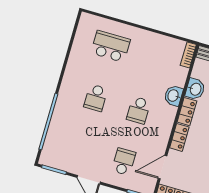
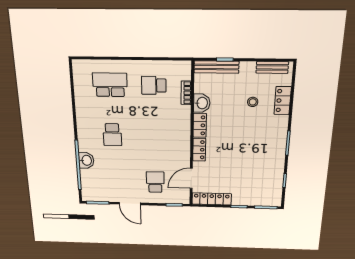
bookcase: (188, 55) -> (186, 93), moved
washbasin: (173, 96) -> (86, 160), moved, turned 180
school desk: (139, 110) -> (154, 85), moved, turned 90

